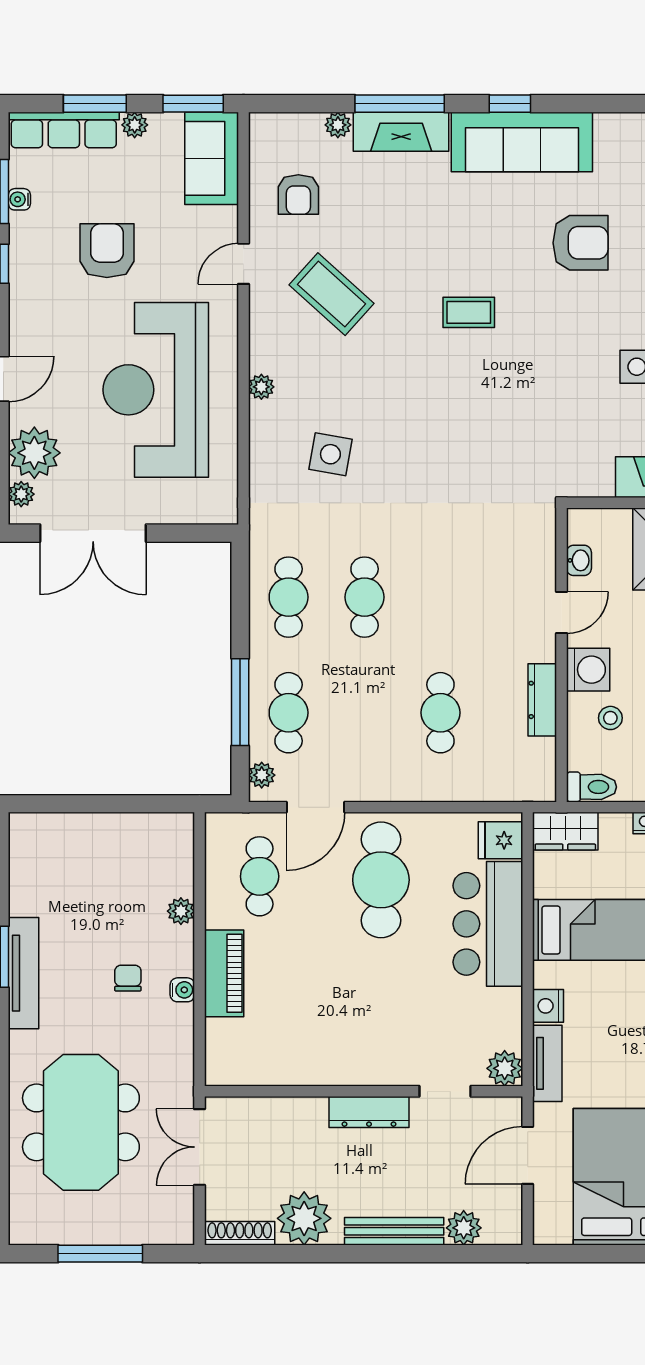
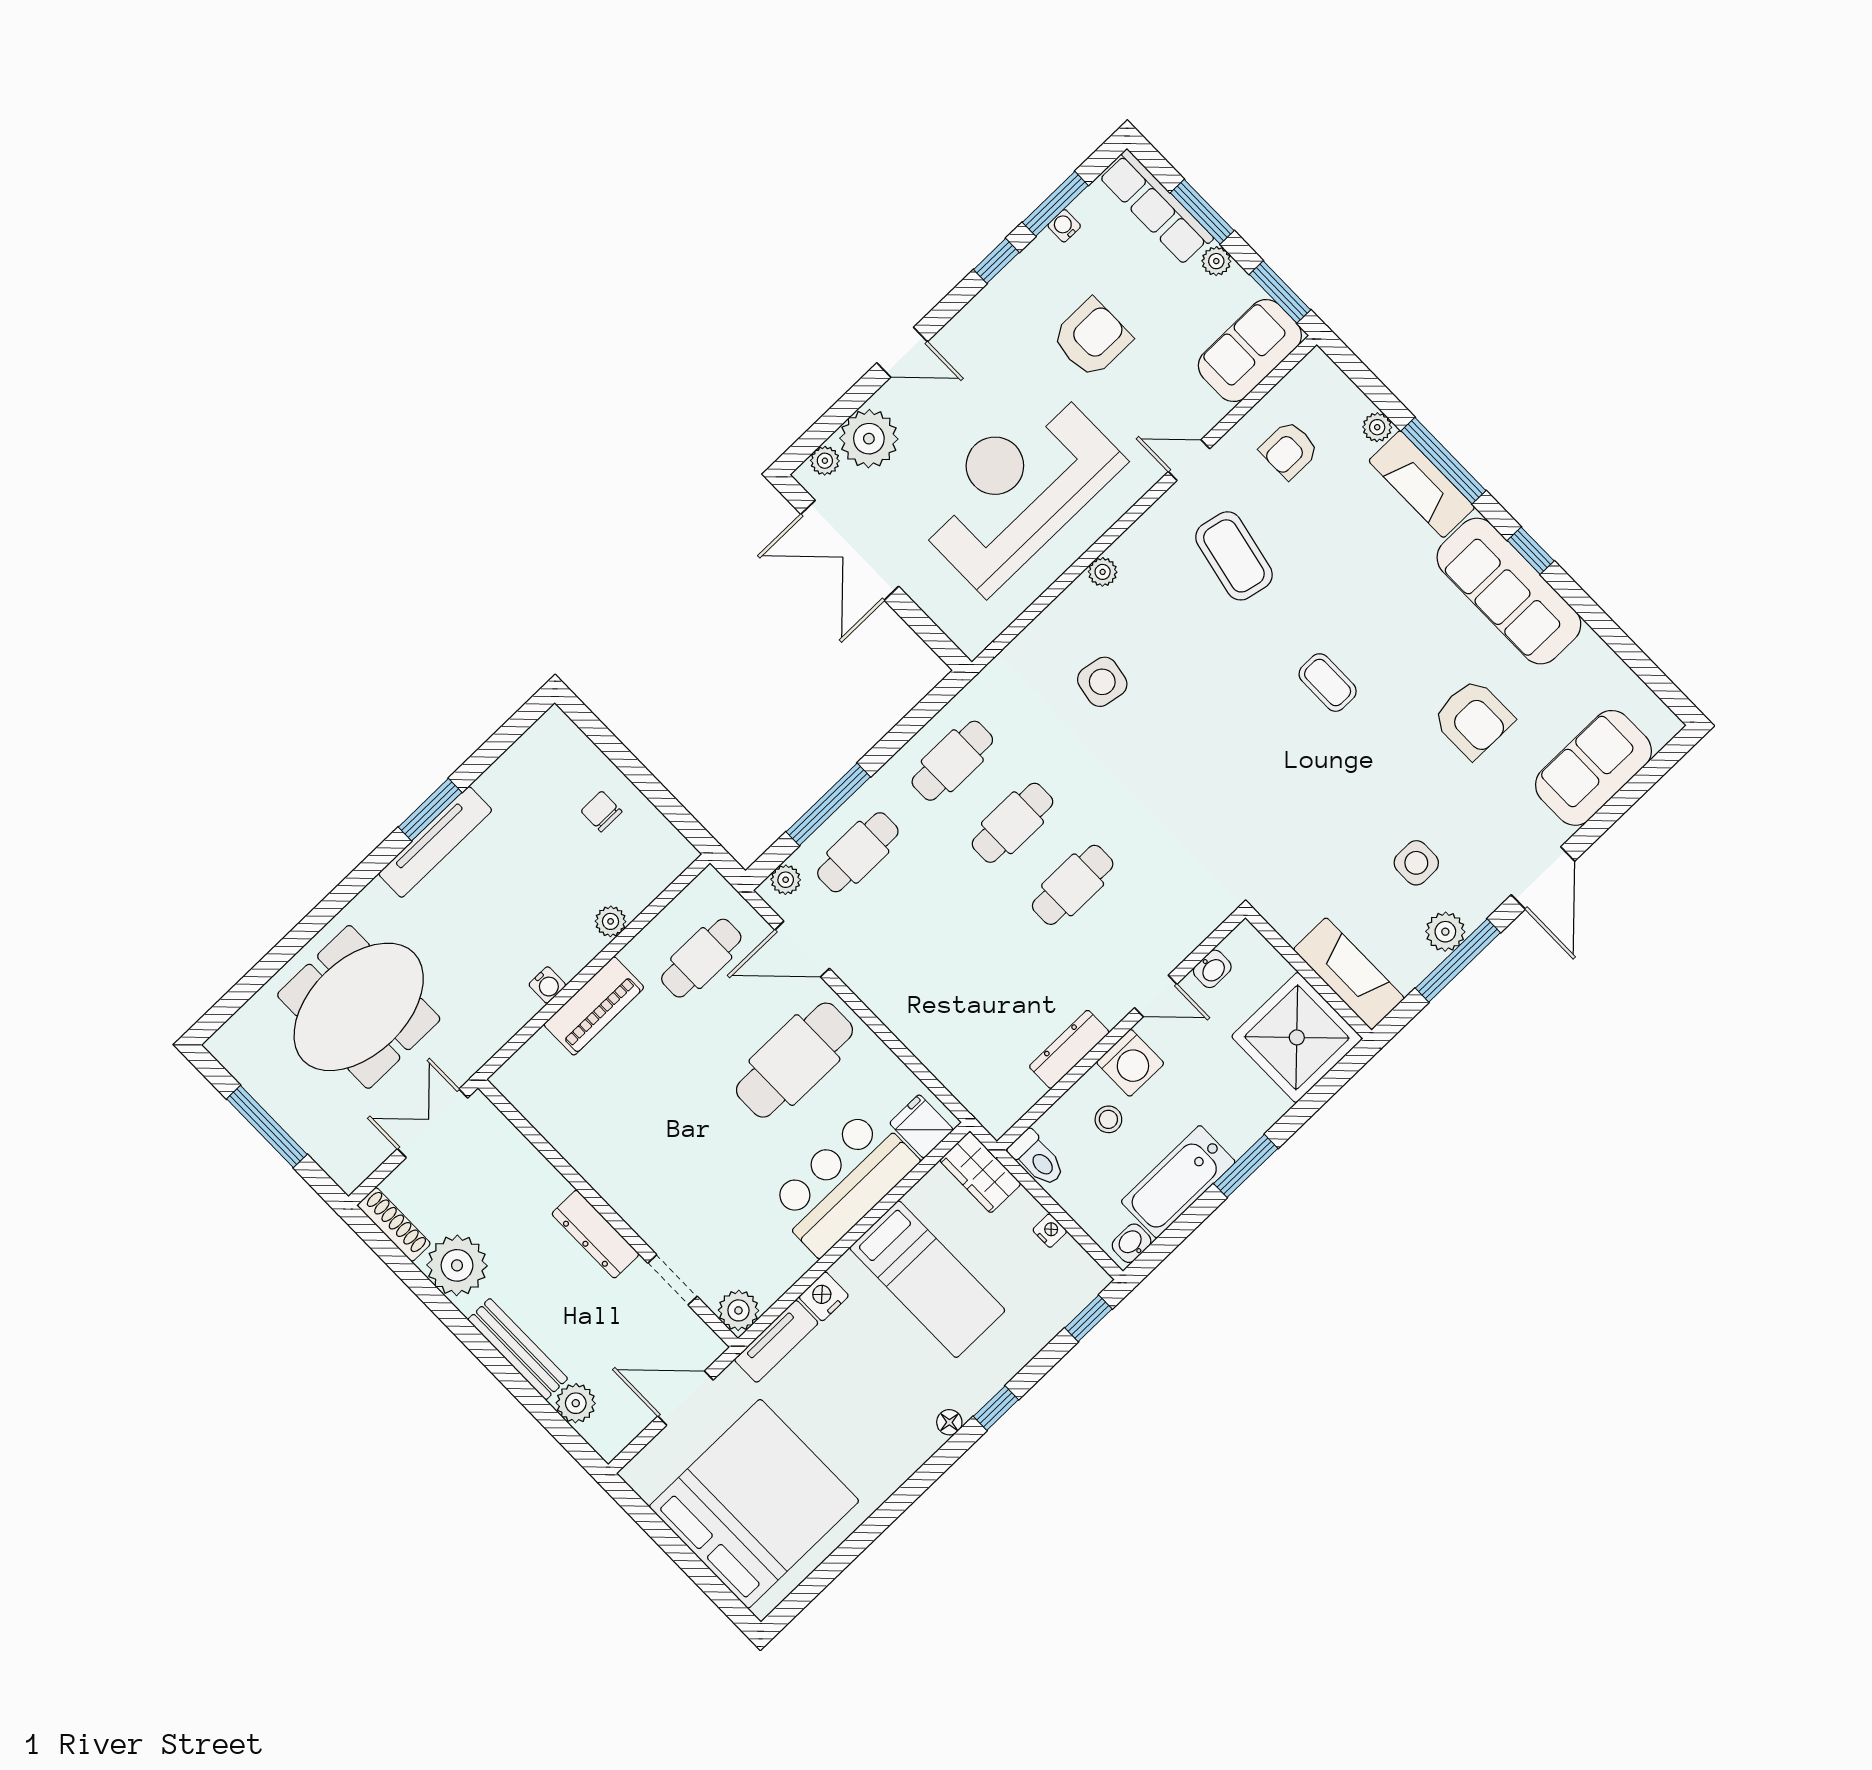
coffee table: (332, 294) -> (1234, 556), turned -30
cafe table: (440, 713) -> (1073, 885), moved
chair: (128, 978) -> (601, 811), moved, turned -90

